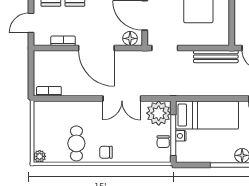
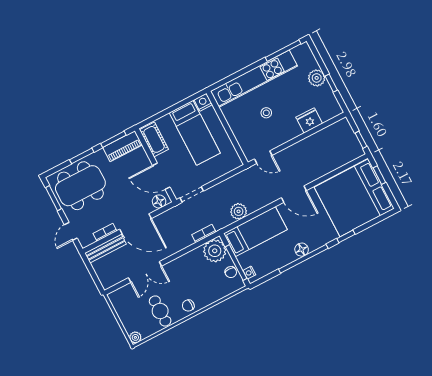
bench: (216, 57) -> (106, 249), moved
plant: (201, 87) -> (239, 211), added
bookcase: (49, 91) -> (204, 233), moved
double door: (122, 99) -> (145, 272), moved
nightstand: (181, 136) -> (249, 273), moved

